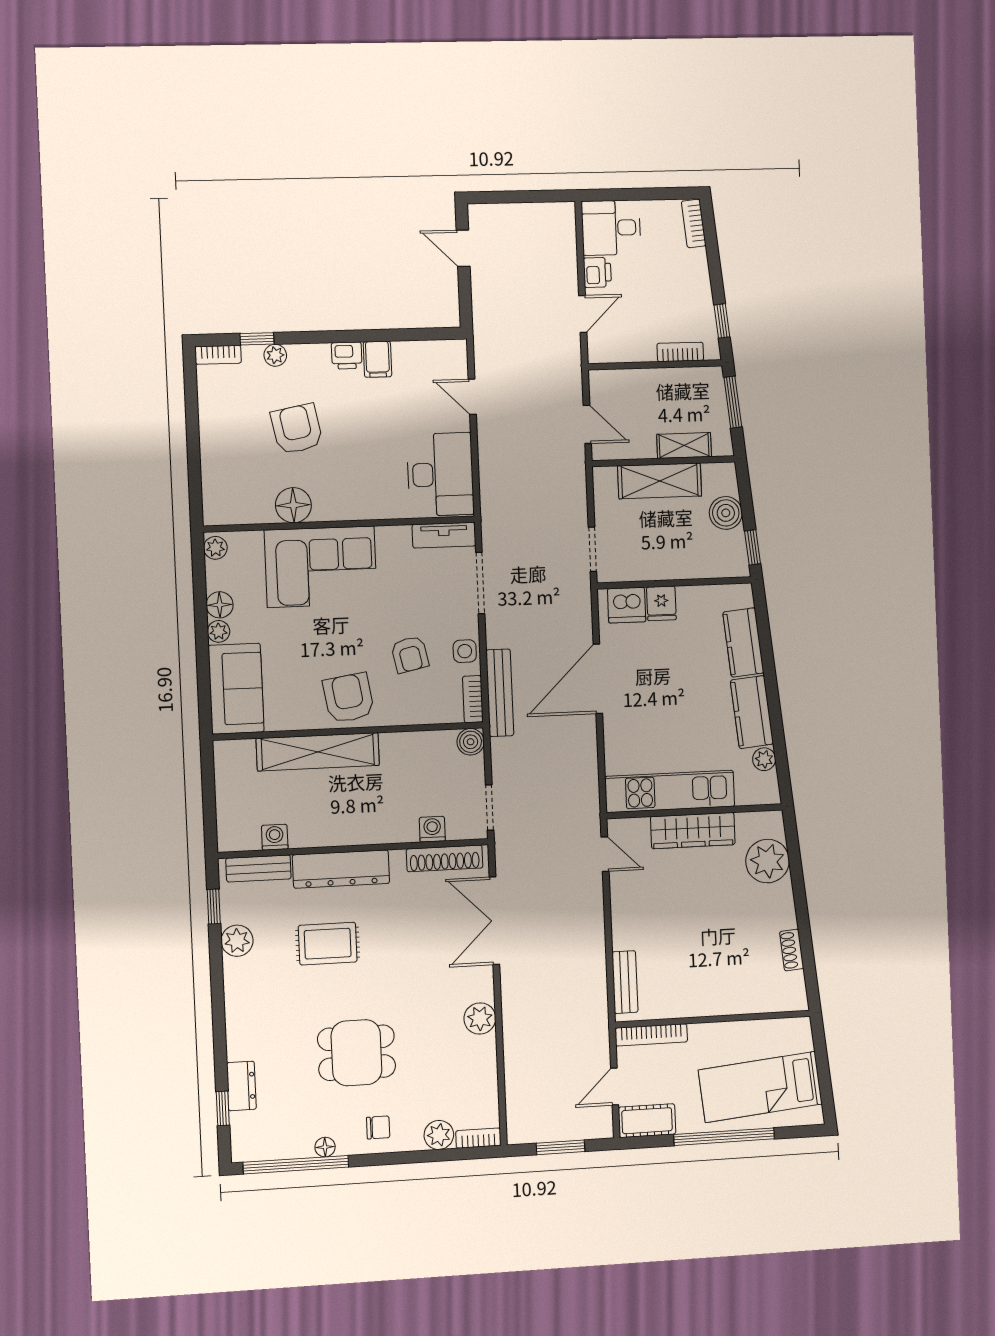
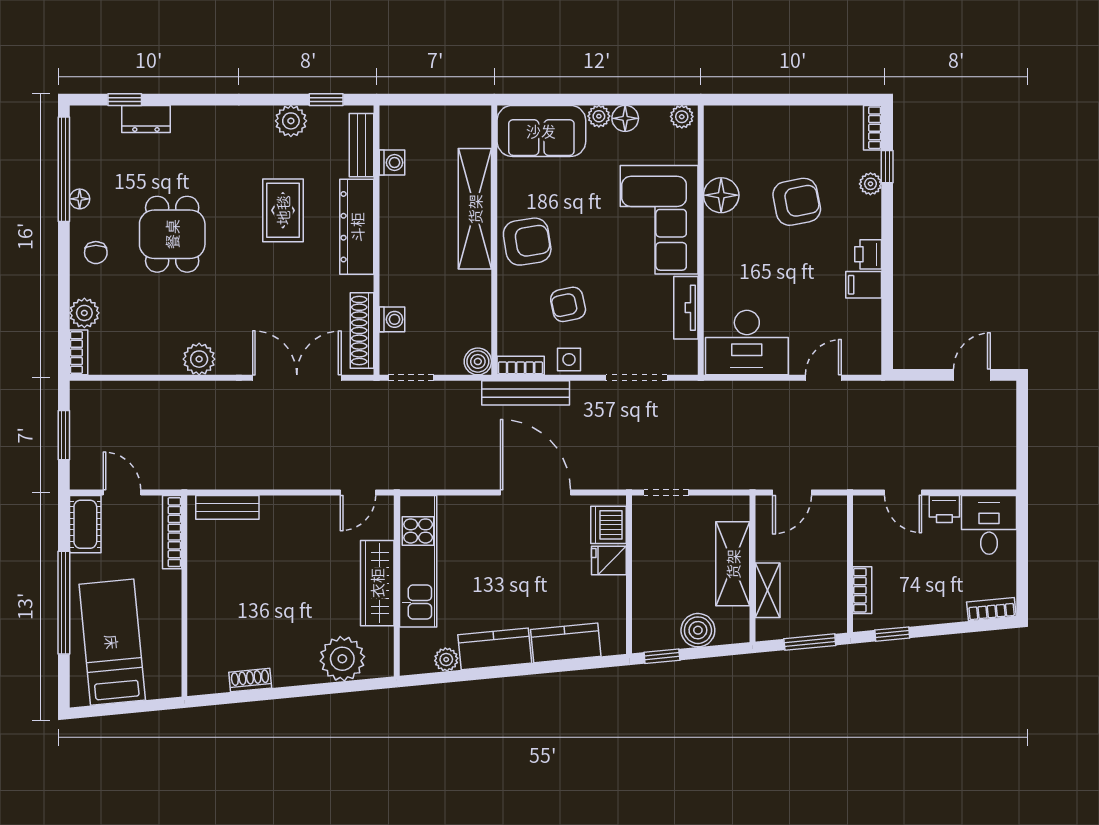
tv unit: (444, 535) -> (686, 308), moved

